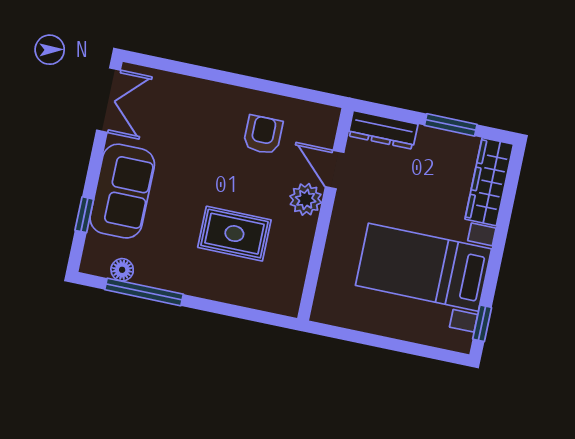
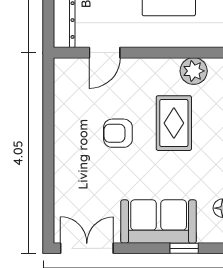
armchair: (263, 135) -> (118, 133), moved
plant: (306, 199) -> (194, 71), moved

